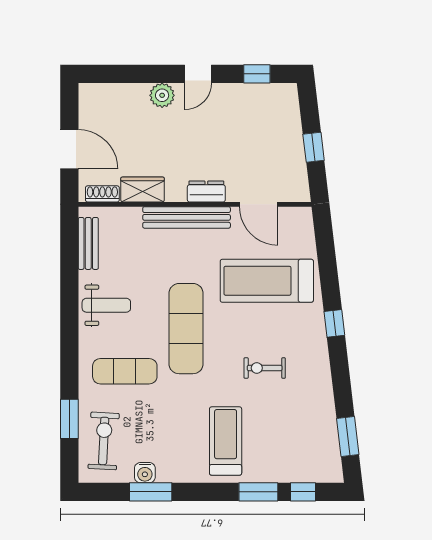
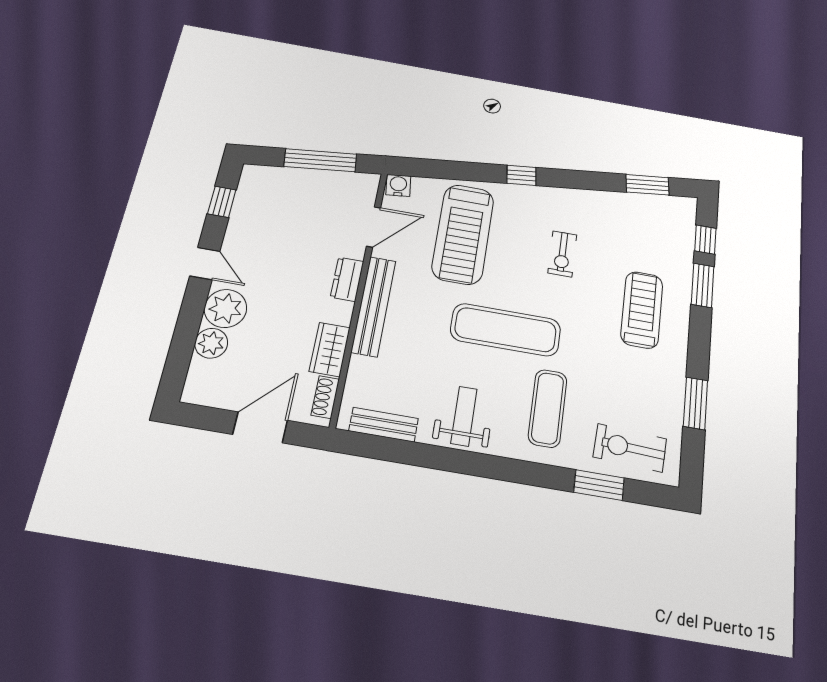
plant: (162, 95) -> (226, 308), width x1.36, depth x1.36
plant: (131, 96) -> (211, 343), added
window: (314, 147) -> (320, 160), width x2.17
treadmill: (226, 441) -> (642, 310), turned 90
water cooler: (145, 473) -> (398, 185), moved, turned -97

